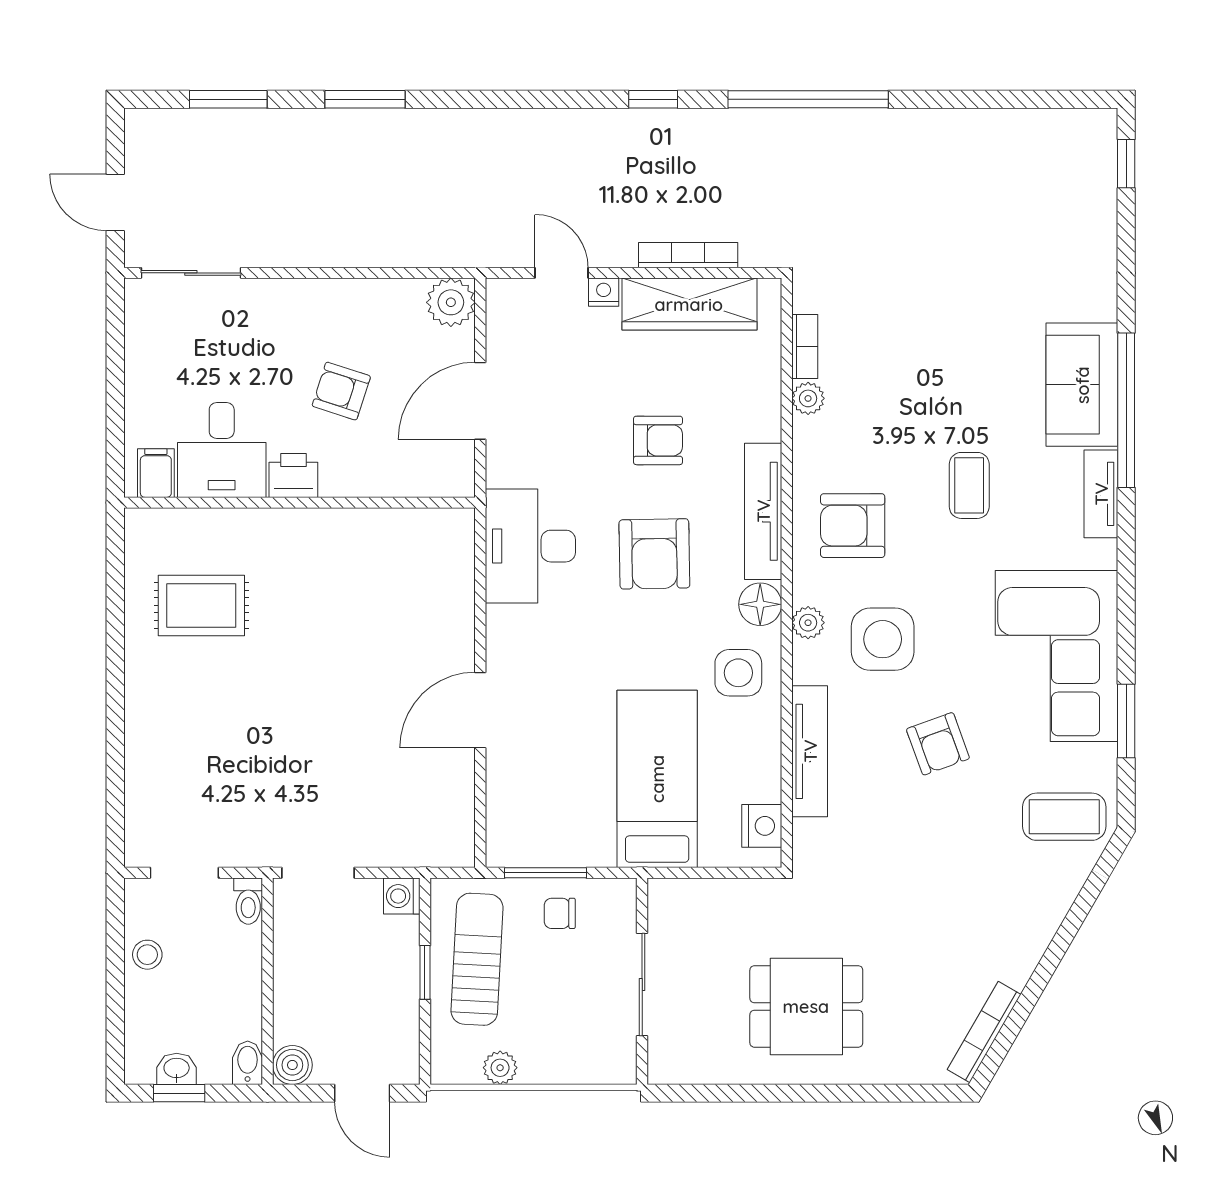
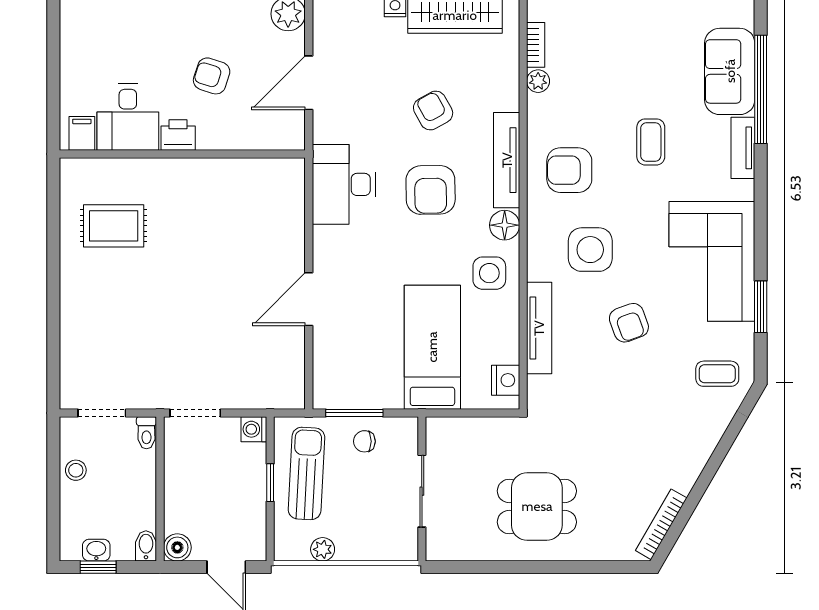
armchair: (658, 440) -> (433, 111), turned -119
plant: (808, 623) -> (538, 238), removed
coffee table: (1064, 817) -> (717, 374), width x0.73, depth x0.77

